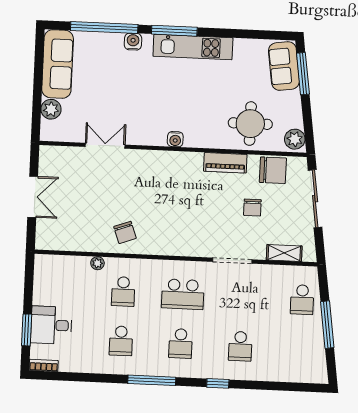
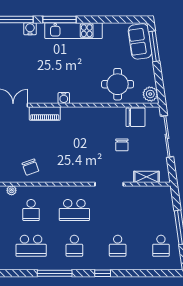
piano: (225, 163) -> (45, 113), moved
school desk: (302, 300) -> (161, 246), moved
school desk: (121, 341) -> (31, 246), width x1.85

